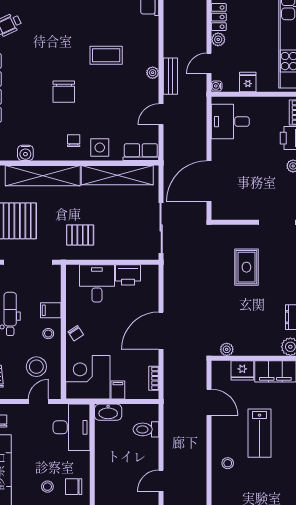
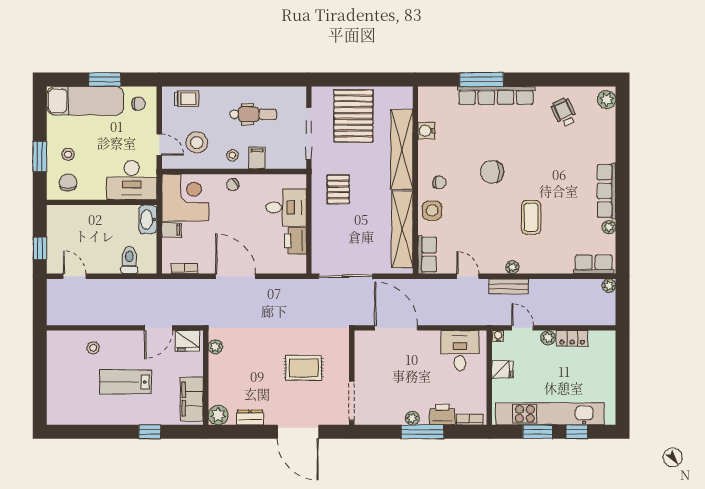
fridge: (242, 370) -> (187, 341), moved, turned -90

